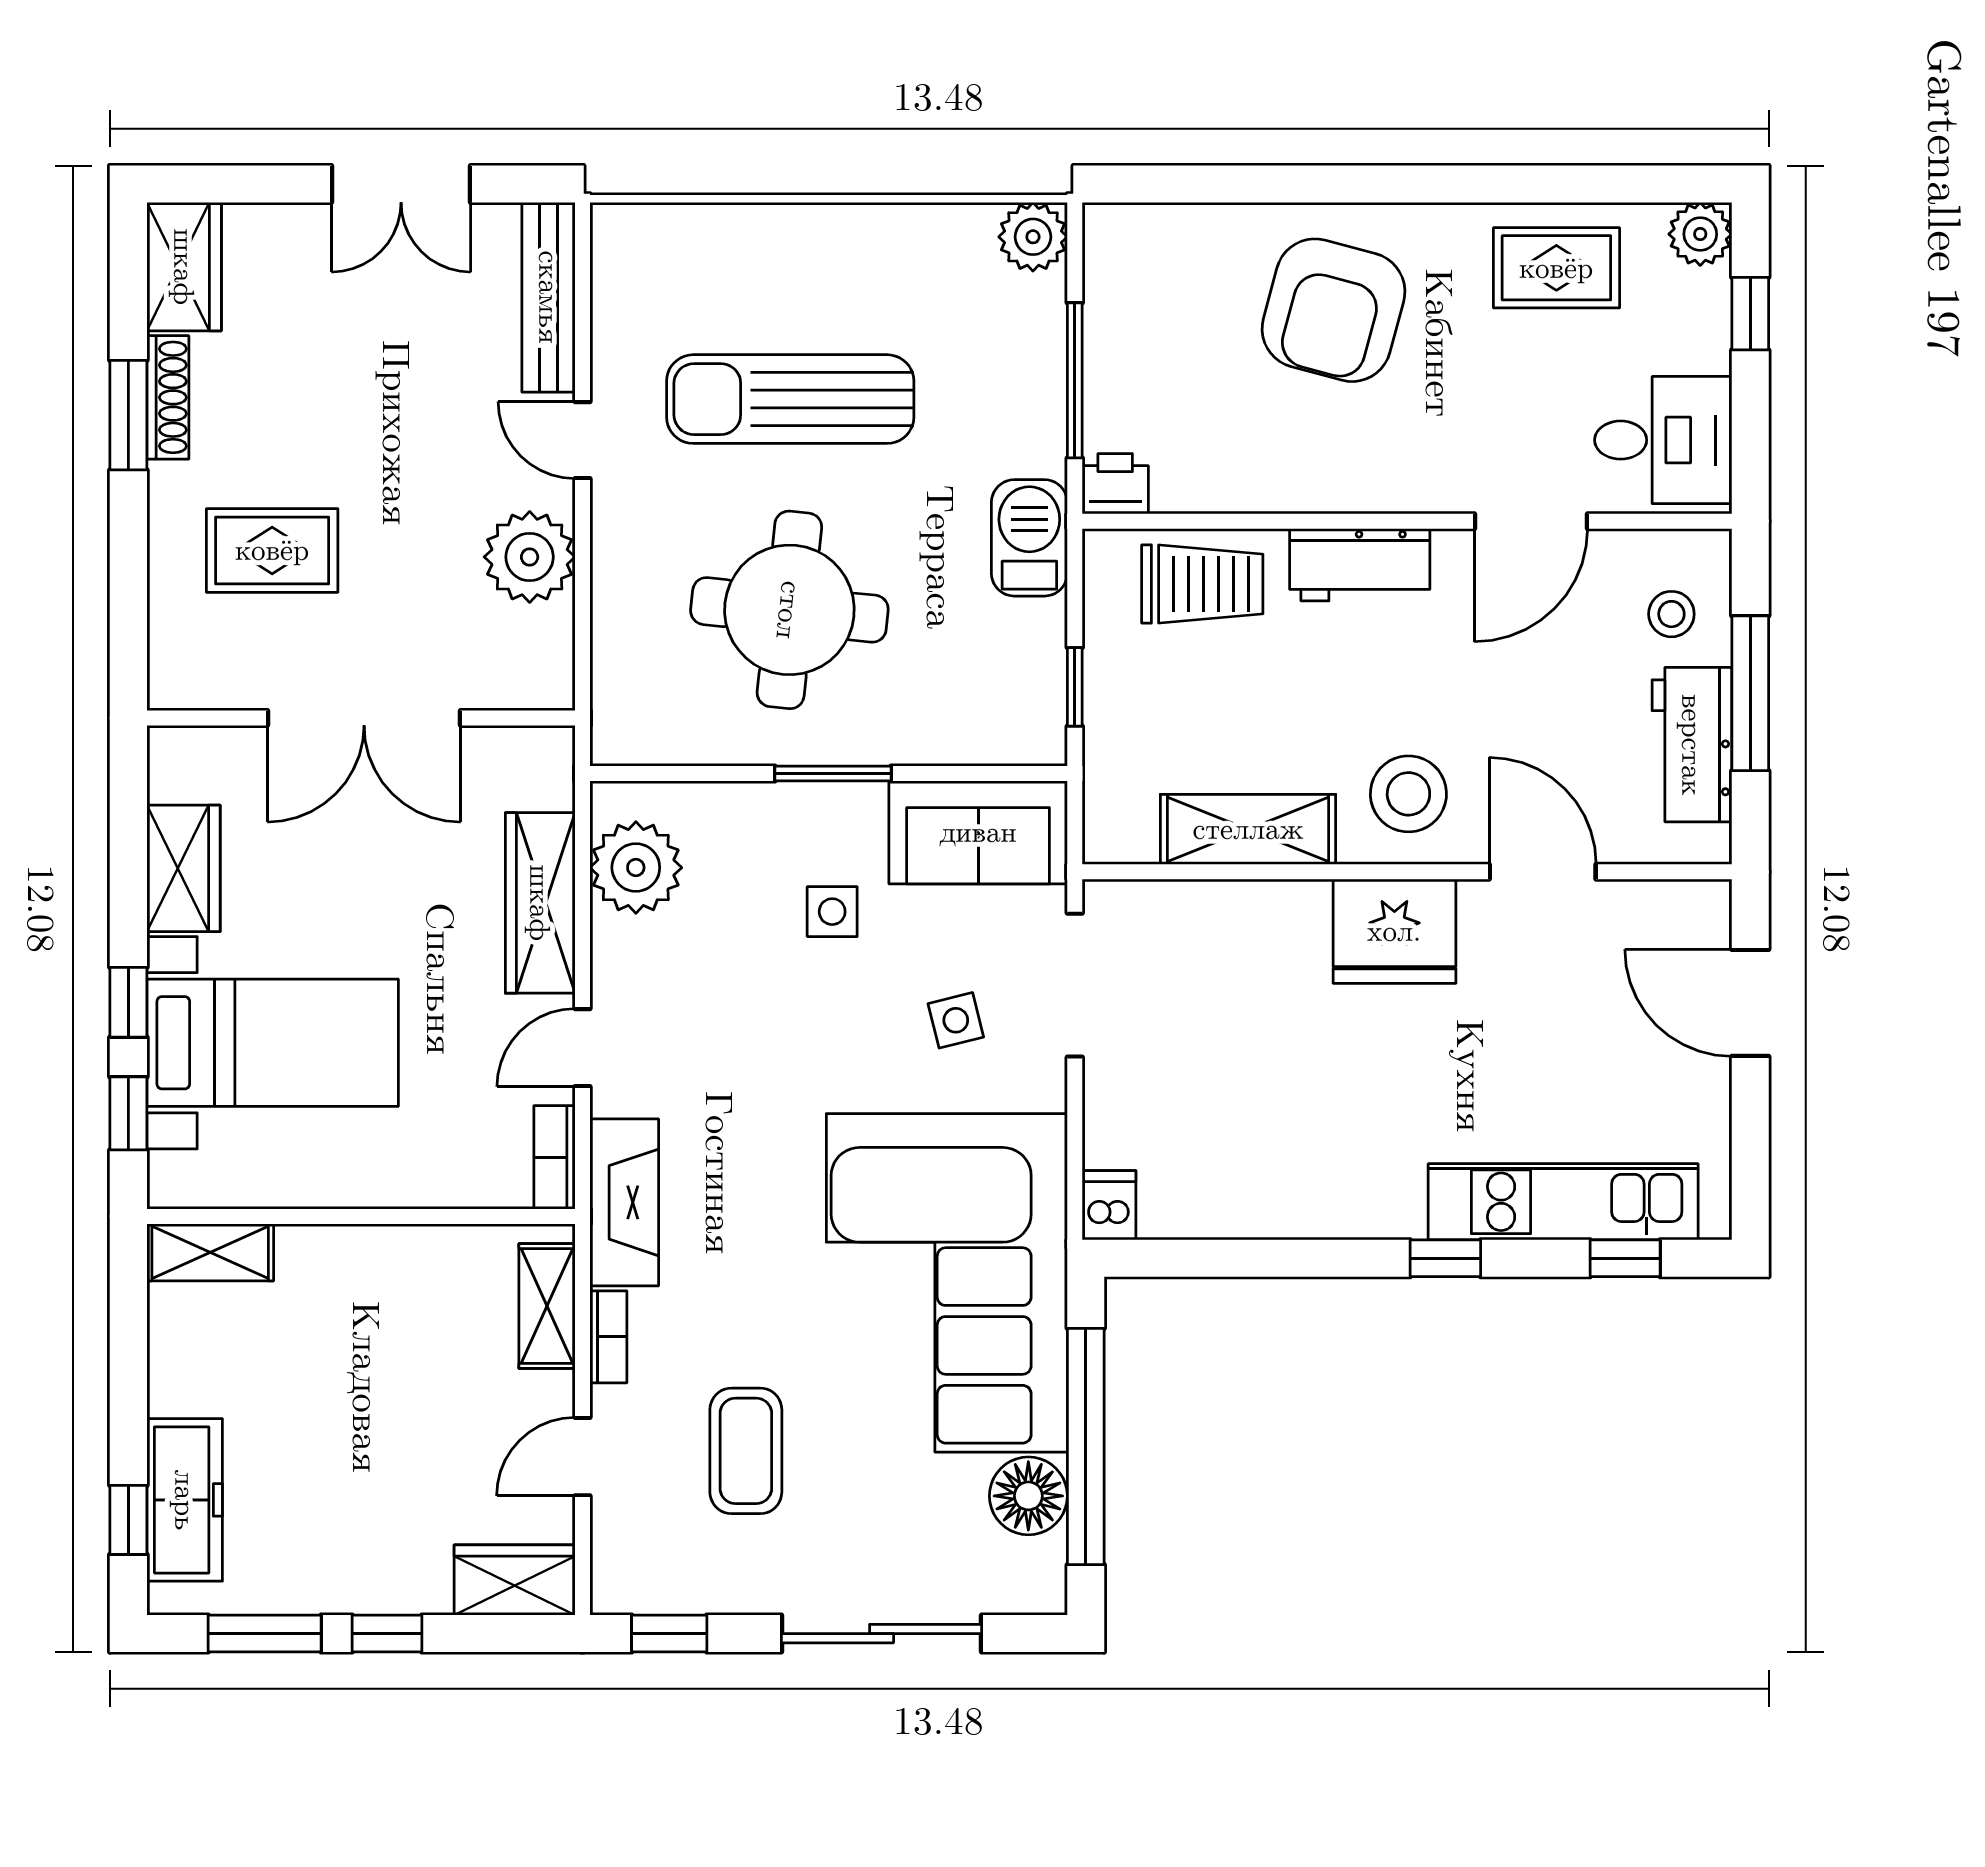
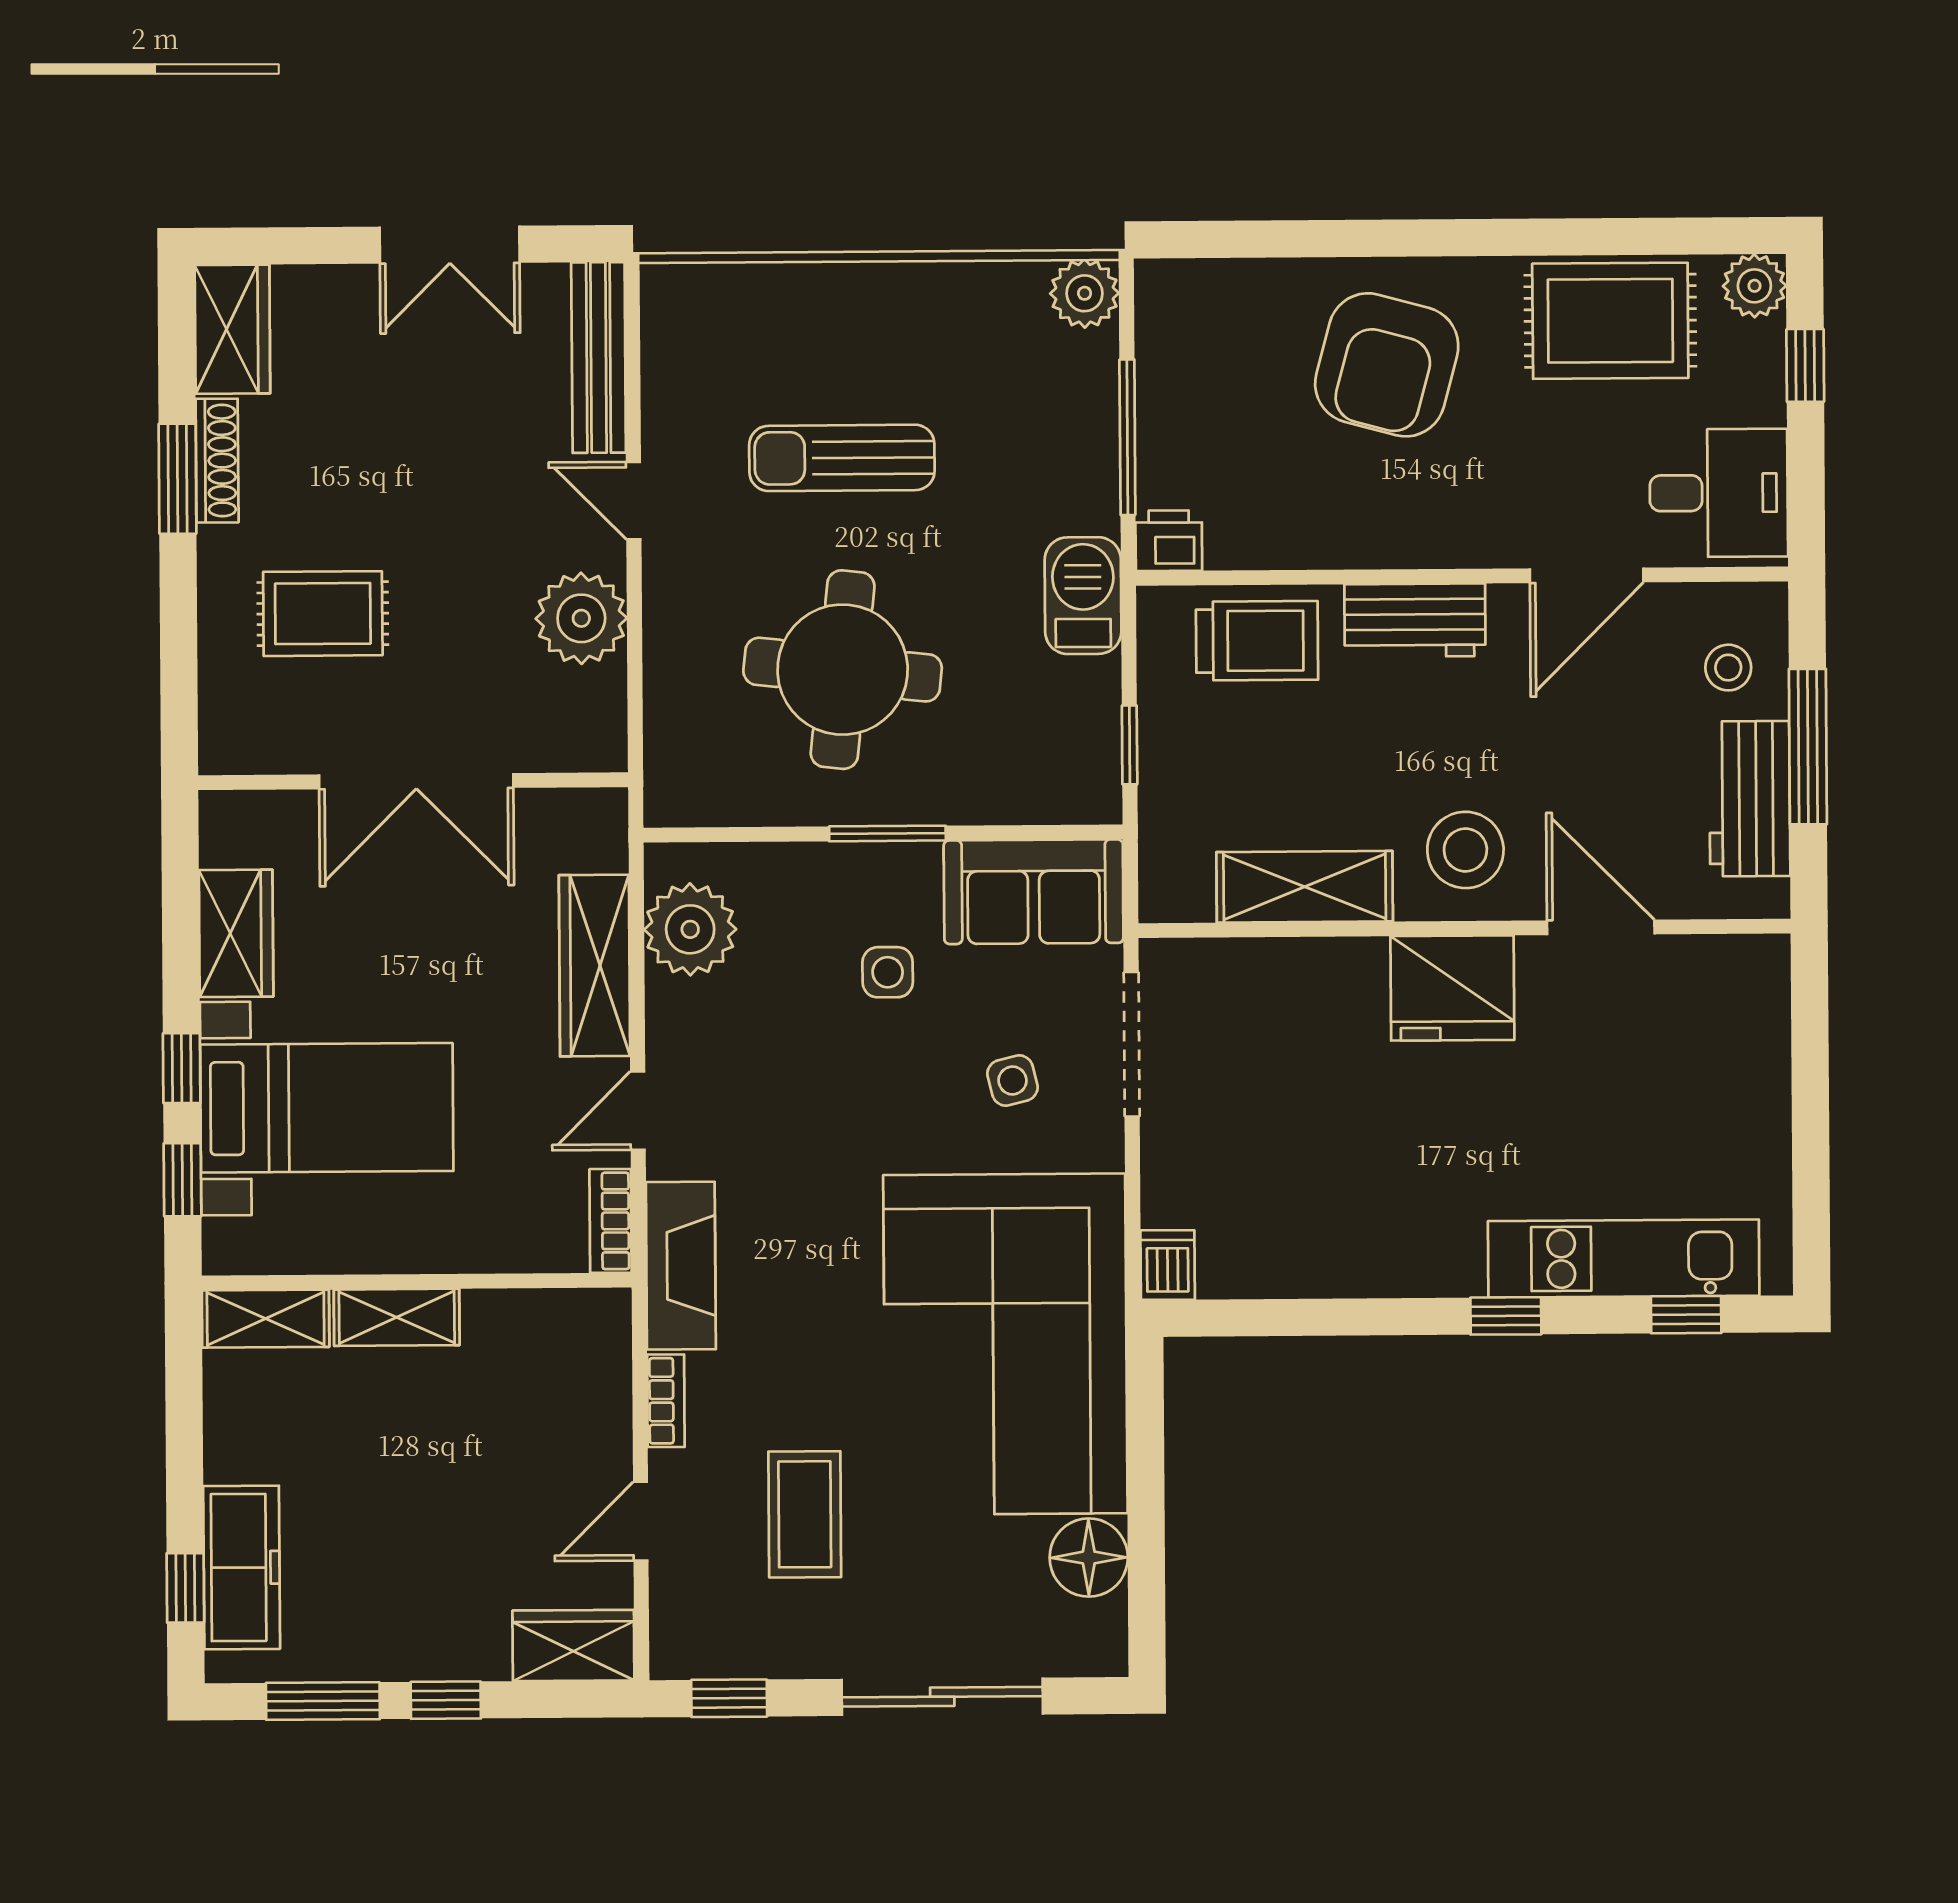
rug: (1556, 268) -> (1610, 321), width x1.36, depth x1.43
sun lounger: (790, 399) -> (842, 458), width x0.73, depth x0.75
door: (1750, 1003) -> (1810, 1057), removed
shelving: (547, 1306) -> (397, 1317), moved, turned 90
window: (1086, 1446) -> (1146, 1507), removed

